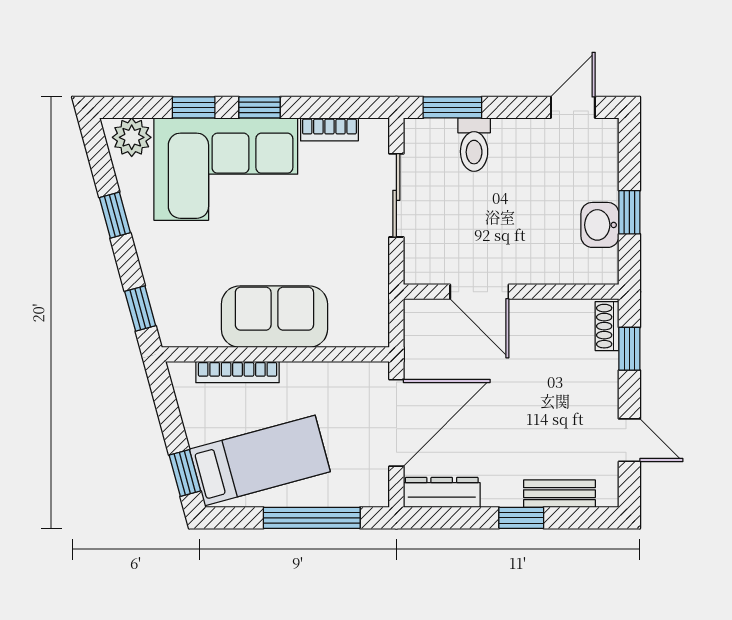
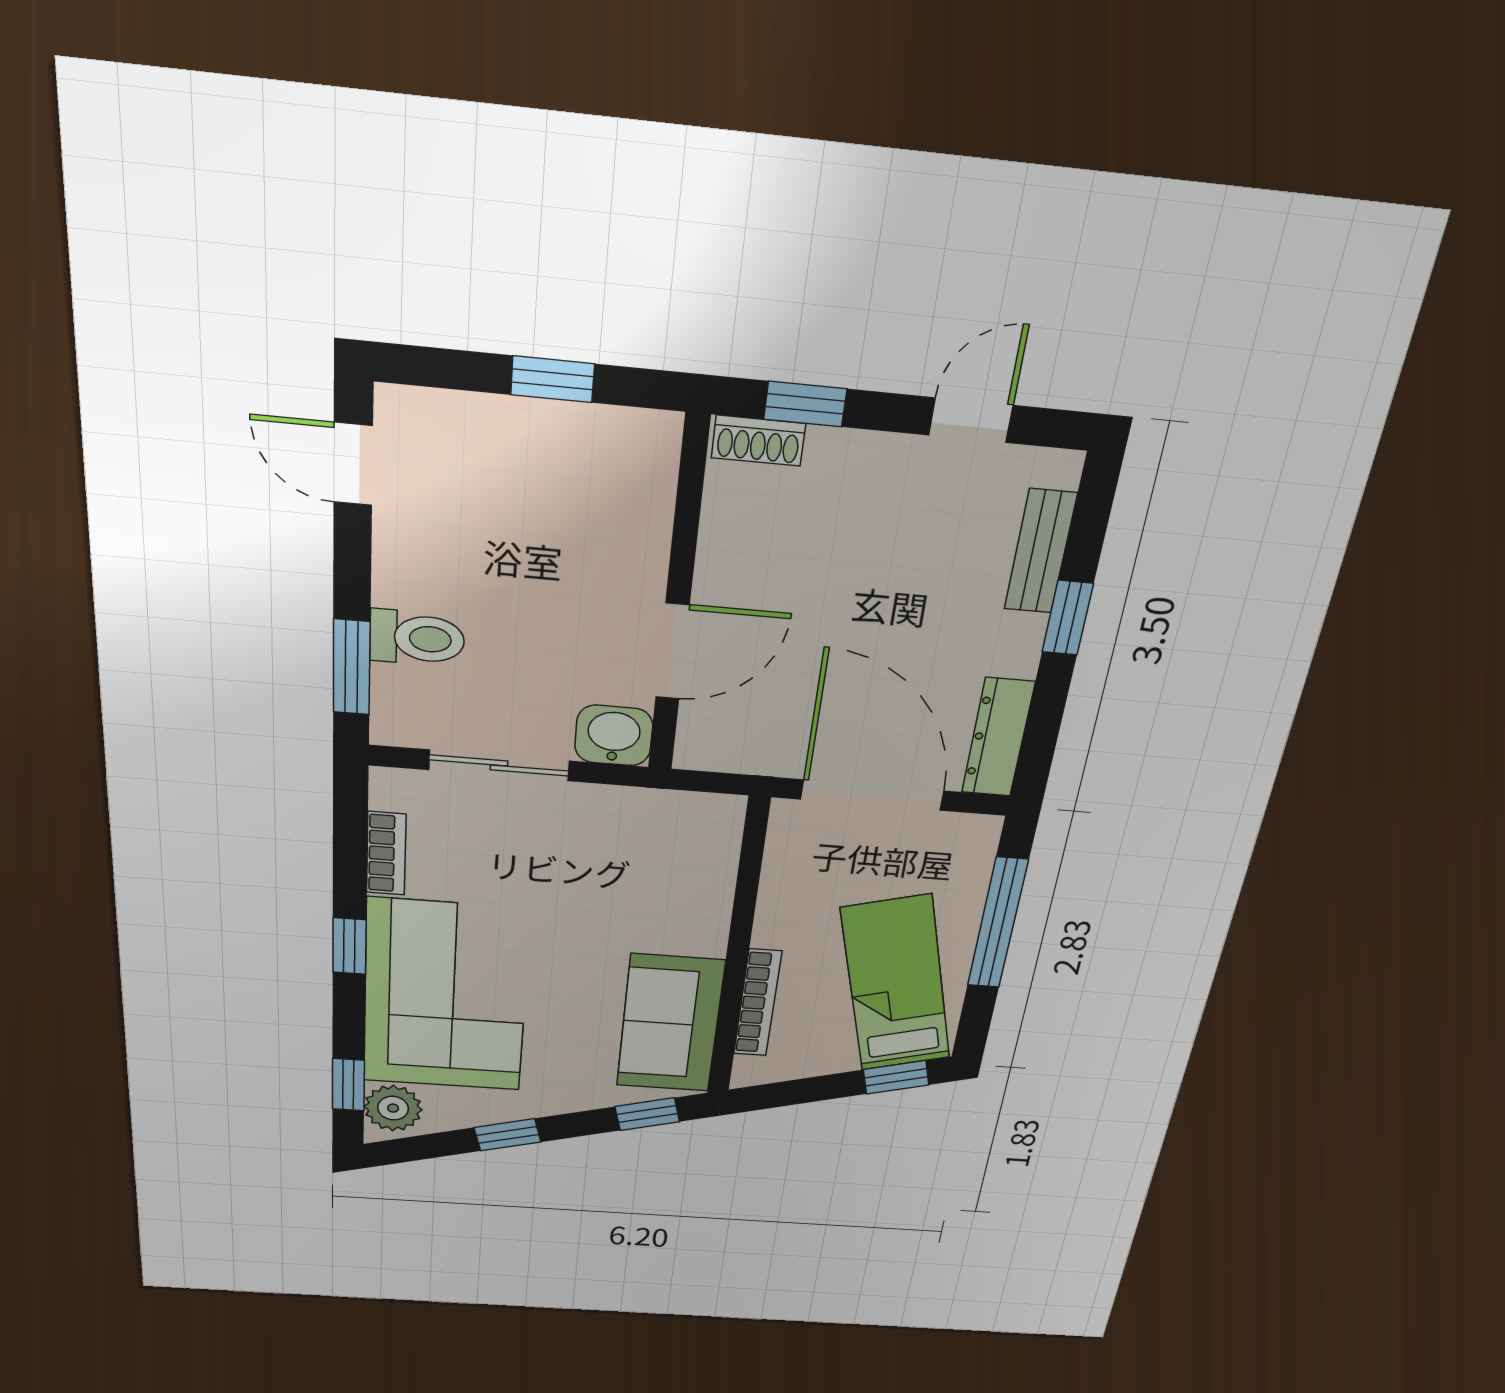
window: (194, 107) -> (348, 1085), moved
washbasin: (600, 225) -> (614, 736), moved, turned 180
sofa: (274, 317) -> (670, 1024), moved

